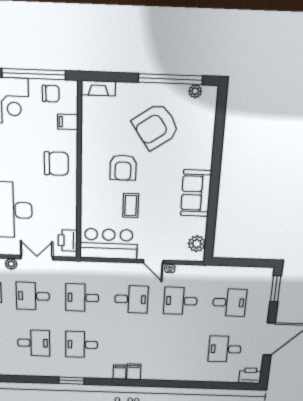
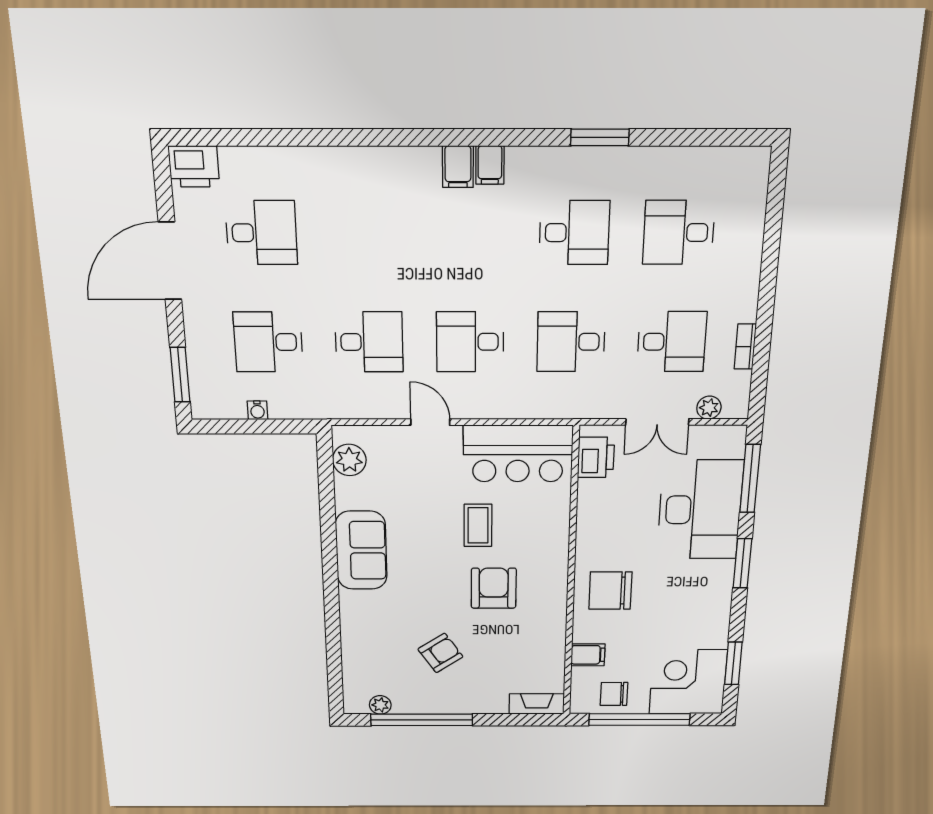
armchair: (156, 127) -> (440, 653), width x0.53, depth x0.53
water cooler: (170, 268) -> (257, 410), moved
desk: (82, 298) -> (571, 342), turned 180

